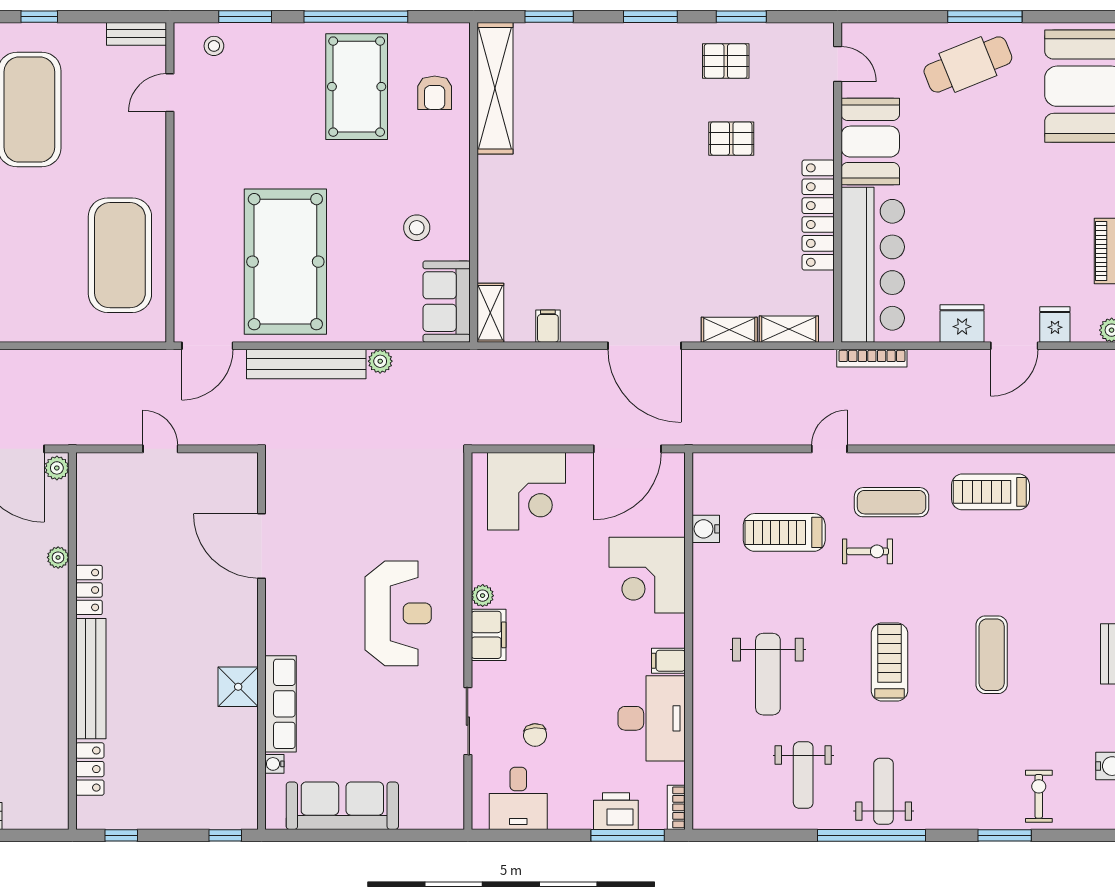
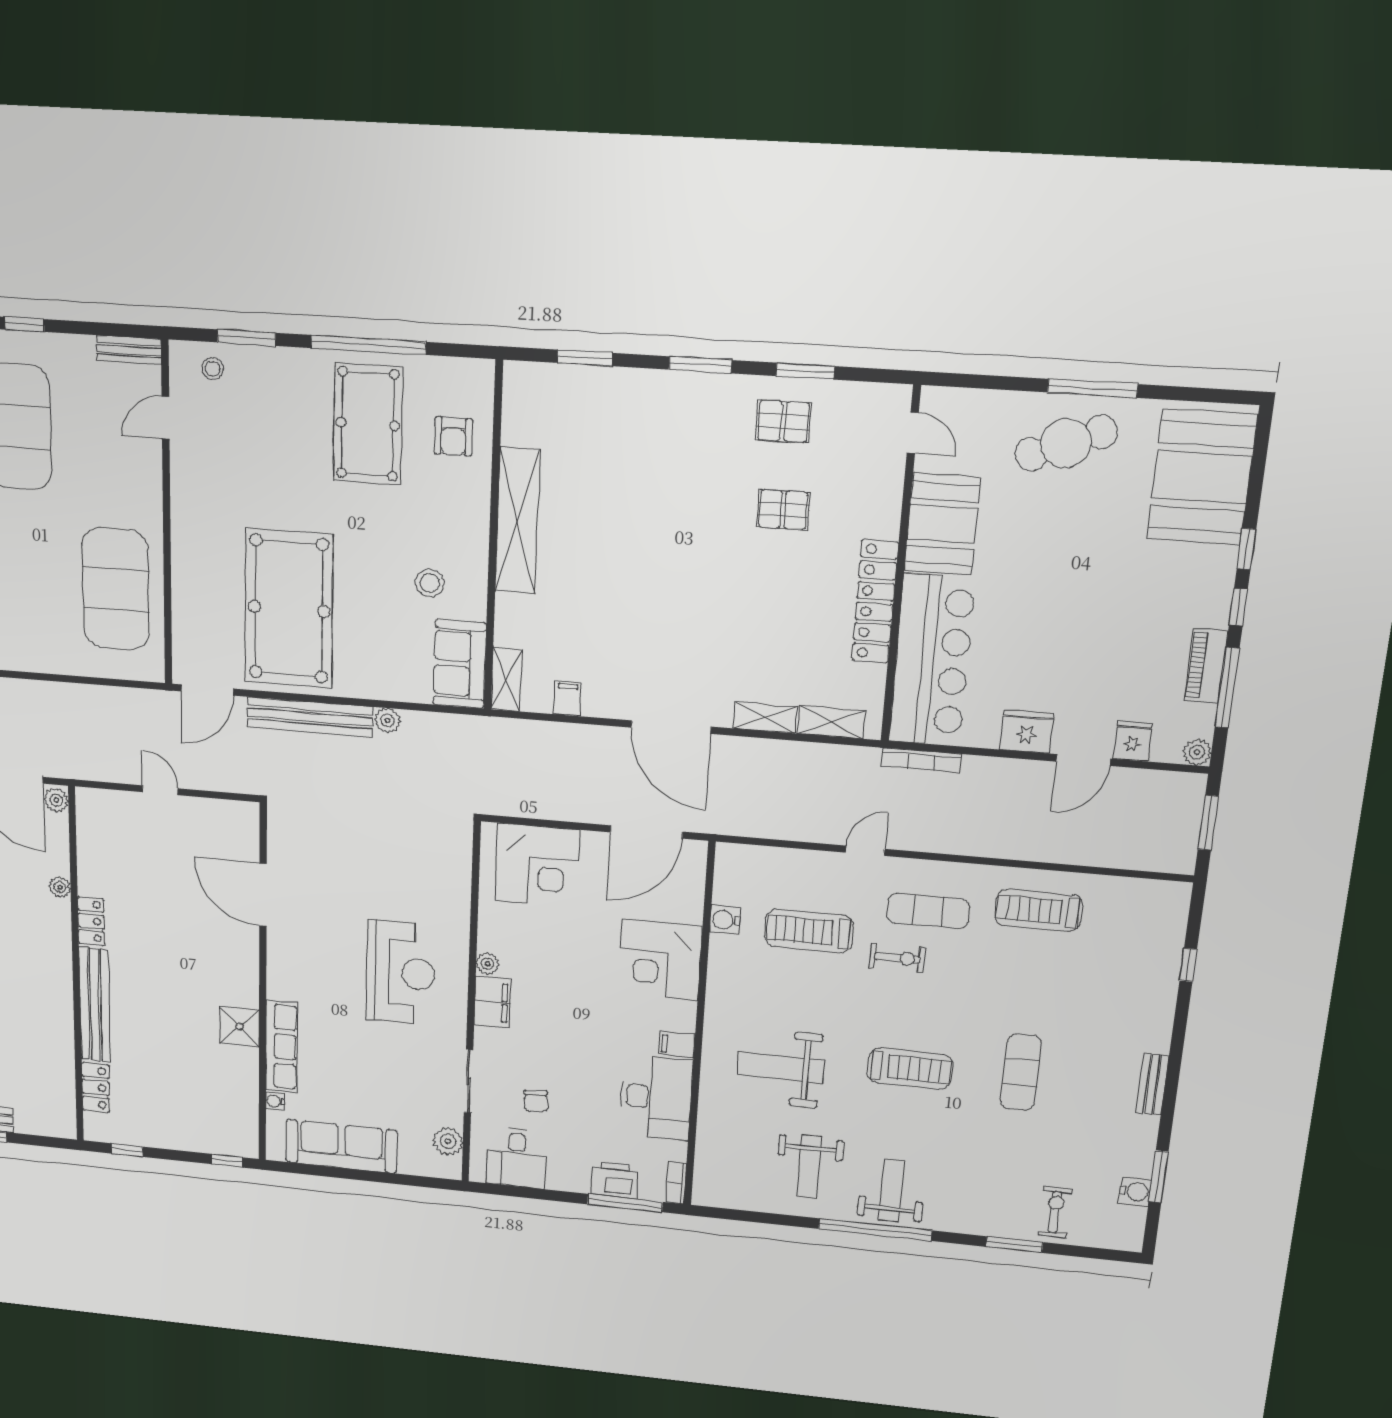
shelving: (495, 88) -> (517, 521), moved
treadmill: (889, 662) -> (910, 1069), turned 90
weight bench: (768, 674) -> (780, 1068), turned 90
plant: (449, 788) -> (448, 1141), added

